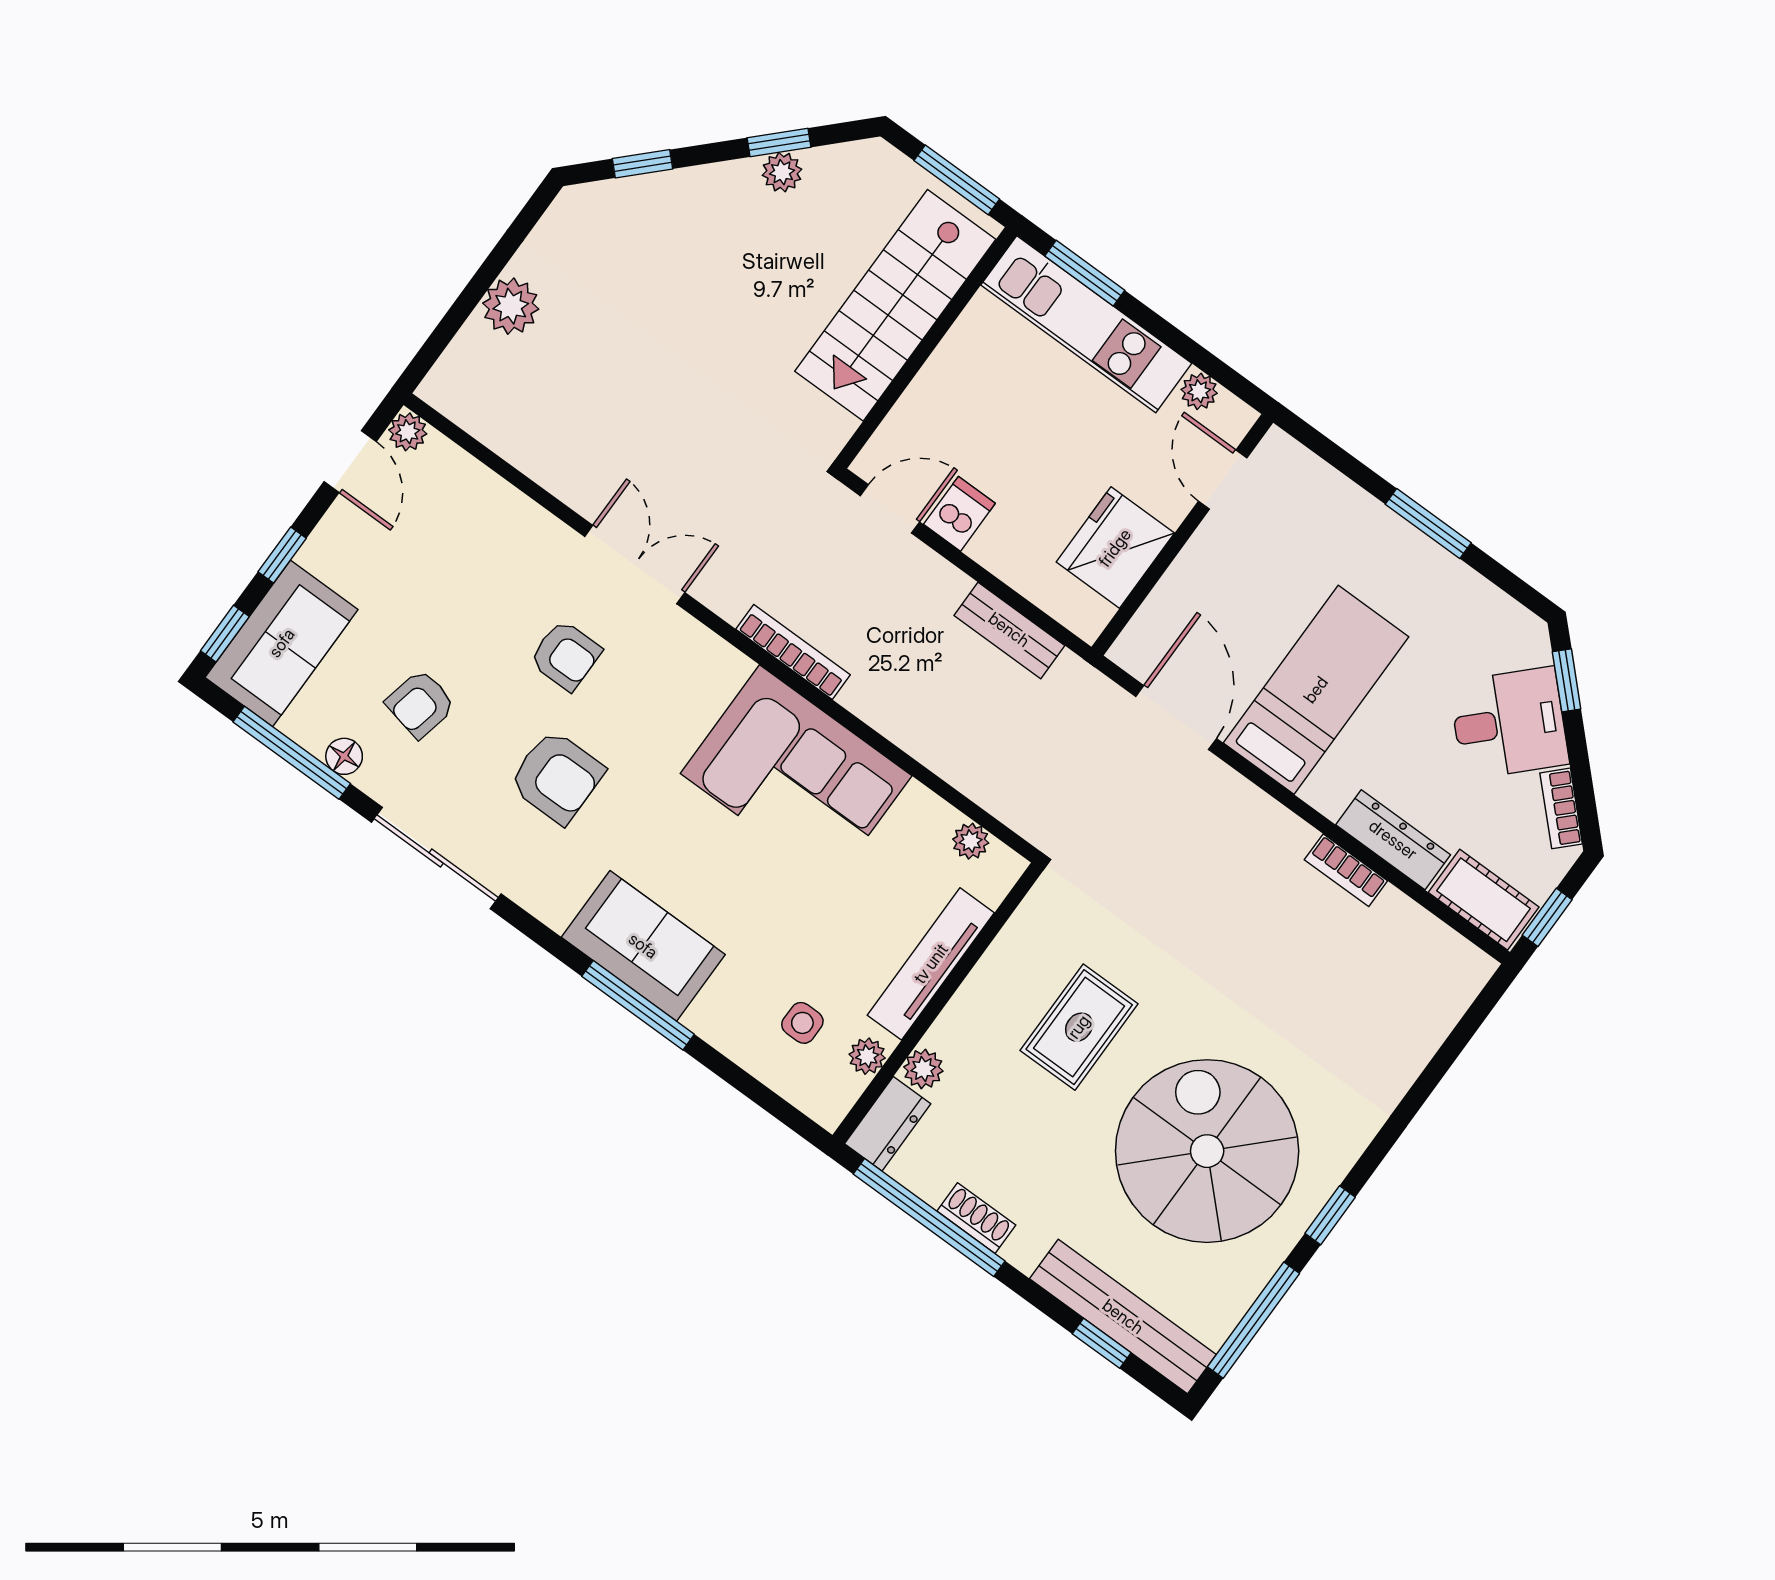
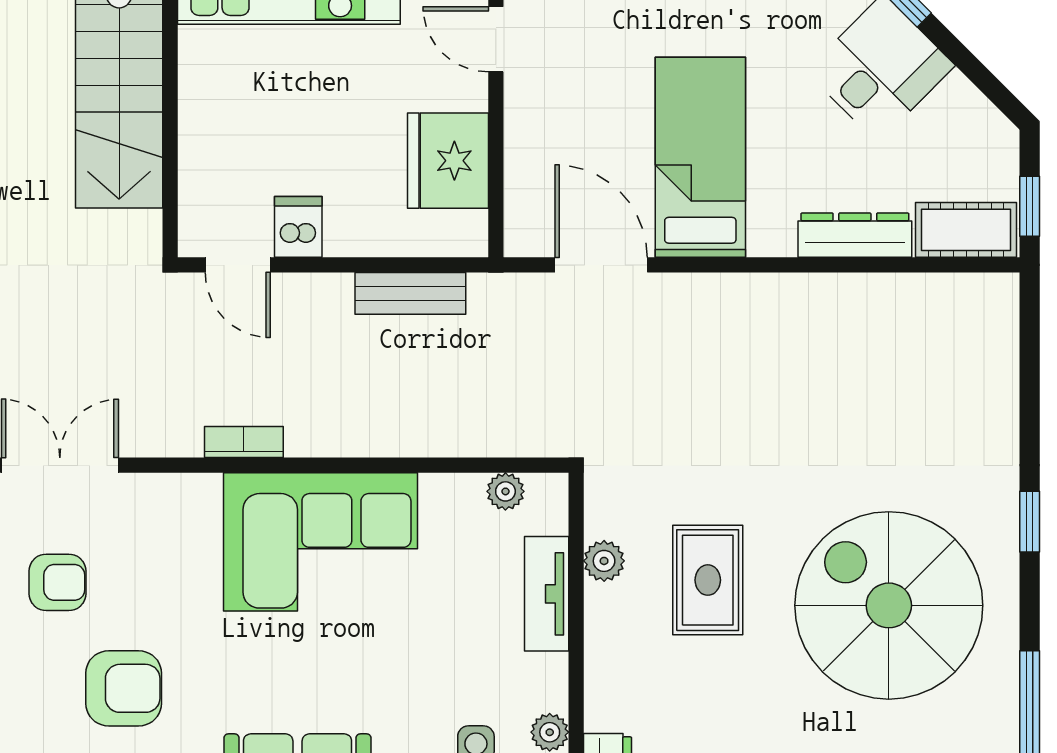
door: (890, 509) -> (238, 265), swing flipped
bookcase: (793, 652) -> (244, 442), width x0.64
bookcase: (1561, 808) -> (975, 107), removed
bookcase: (1346, 870) -> (834, 289), removed
tv unit: (931, 964) -> (547, 594), width x0.71
plant: (923, 1069) -> (604, 561), moved
window: (1330, 1215) -> (1030, 522), moved

